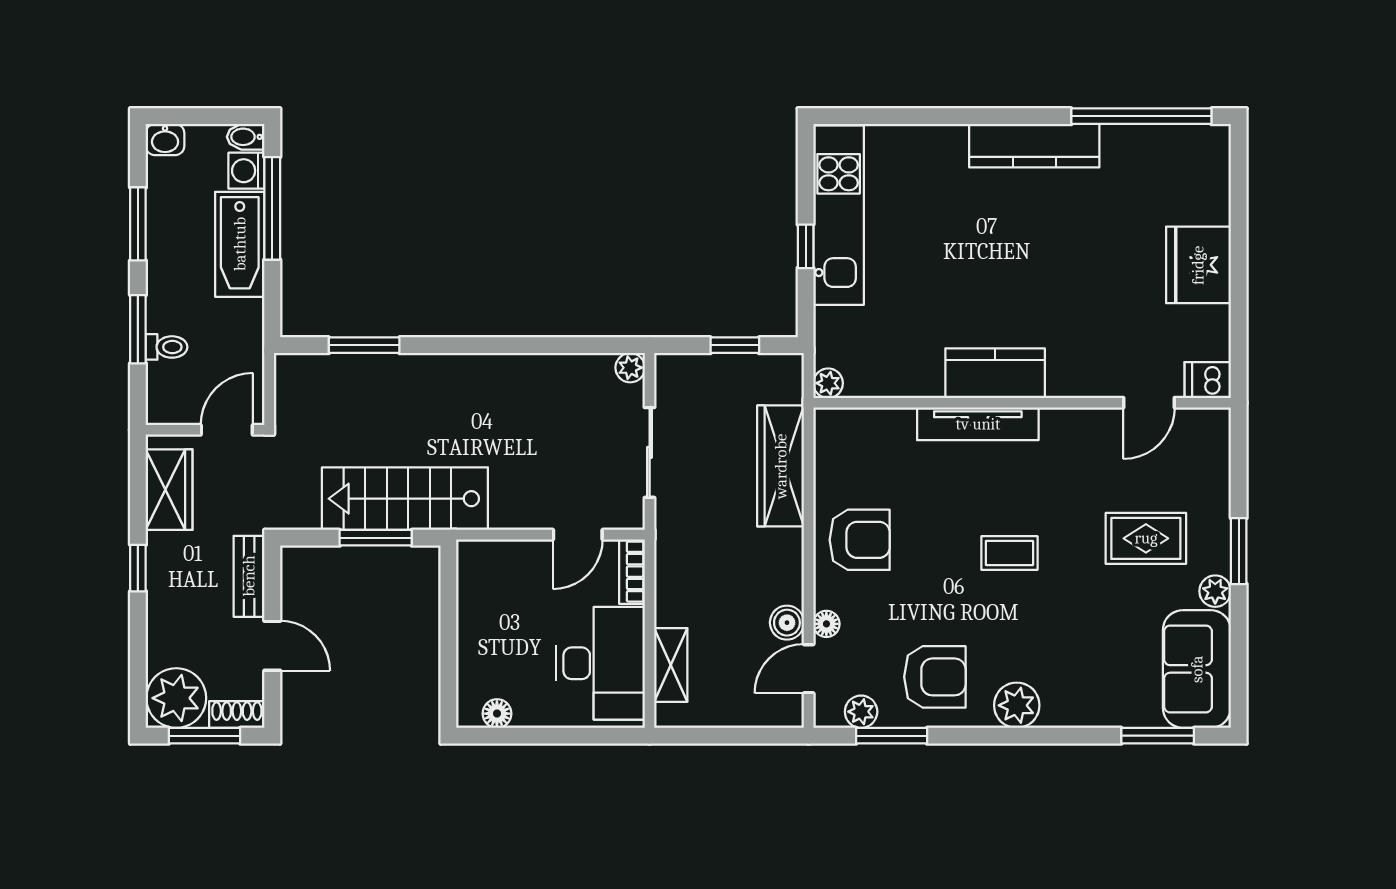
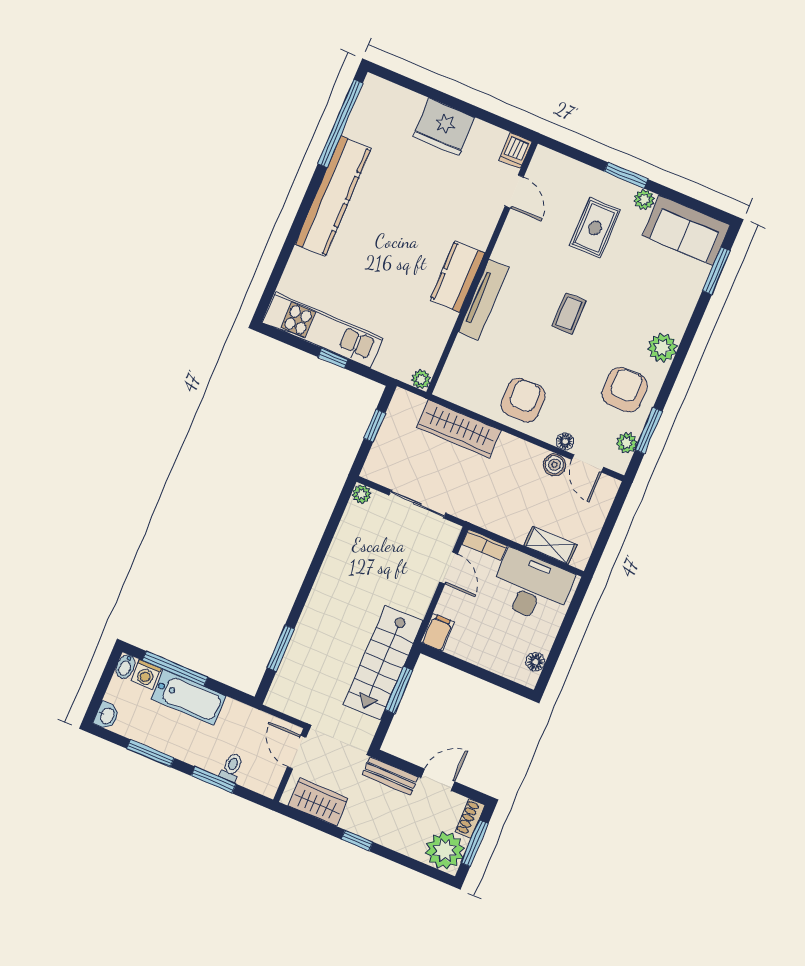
kitchen counter: (1034, 146) -> (333, 196), width x1.39, depth x1.17
filing cabinet: (480, 557) -> (438, 632), added

